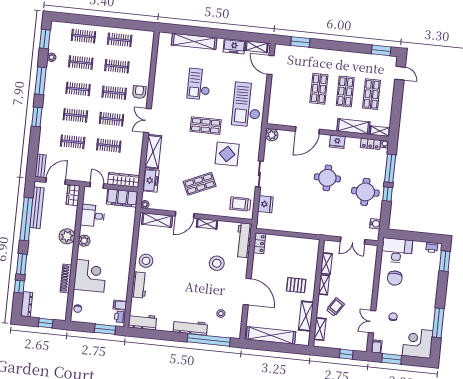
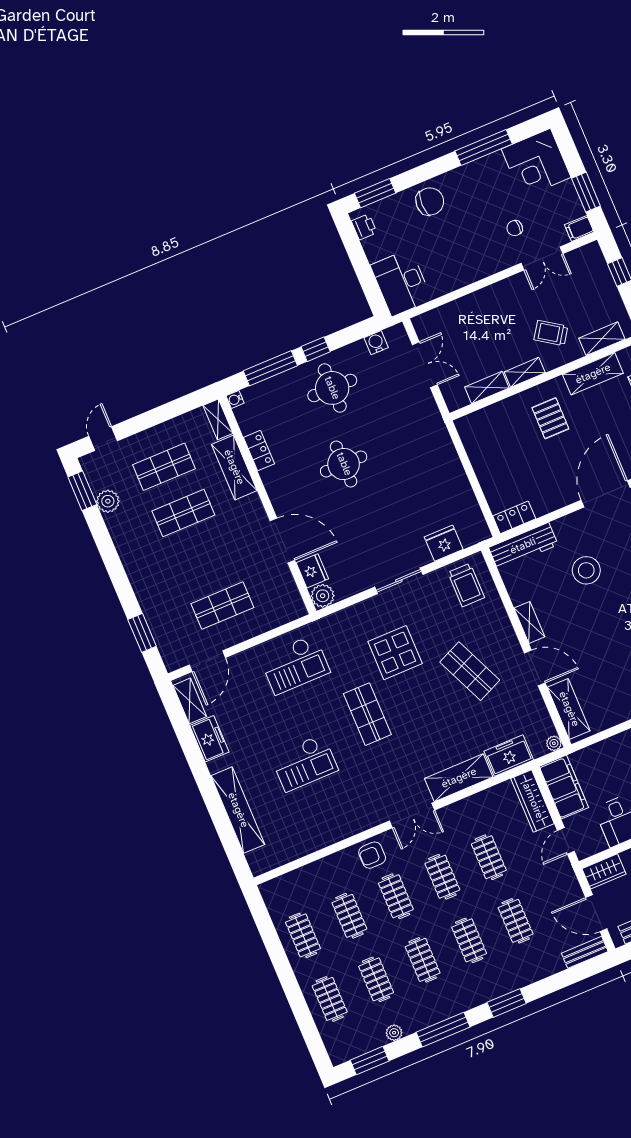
plant: (370, 60) -> (108, 501), added
shop shelf: (319, 89) -> (222, 606), moved
checkout: (247, 105) -> (295, 664), width x0.73, depth x0.83
fridge: (337, 142) -> (312, 571), moved
locker: (370, 144) -> (259, 451), moved
chair: (395, 278) -> (430, 201), moved

